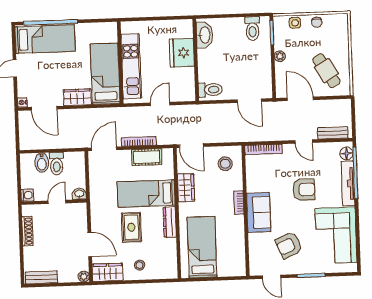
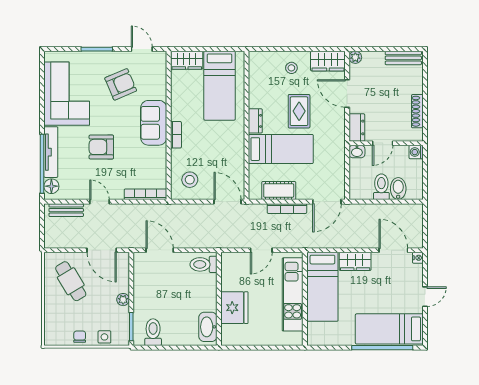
wardrobe: (186, 187) -> (187, 60), moved, turned -90
dresser: (80, 215) -> (357, 127), added
dresser: (170, 222) -> (255, 121), width x0.70

